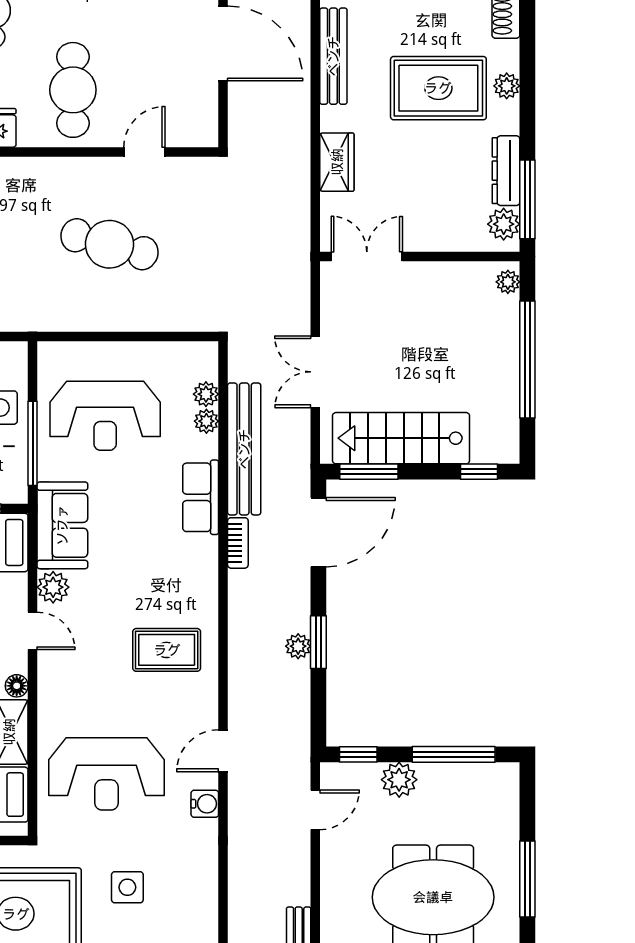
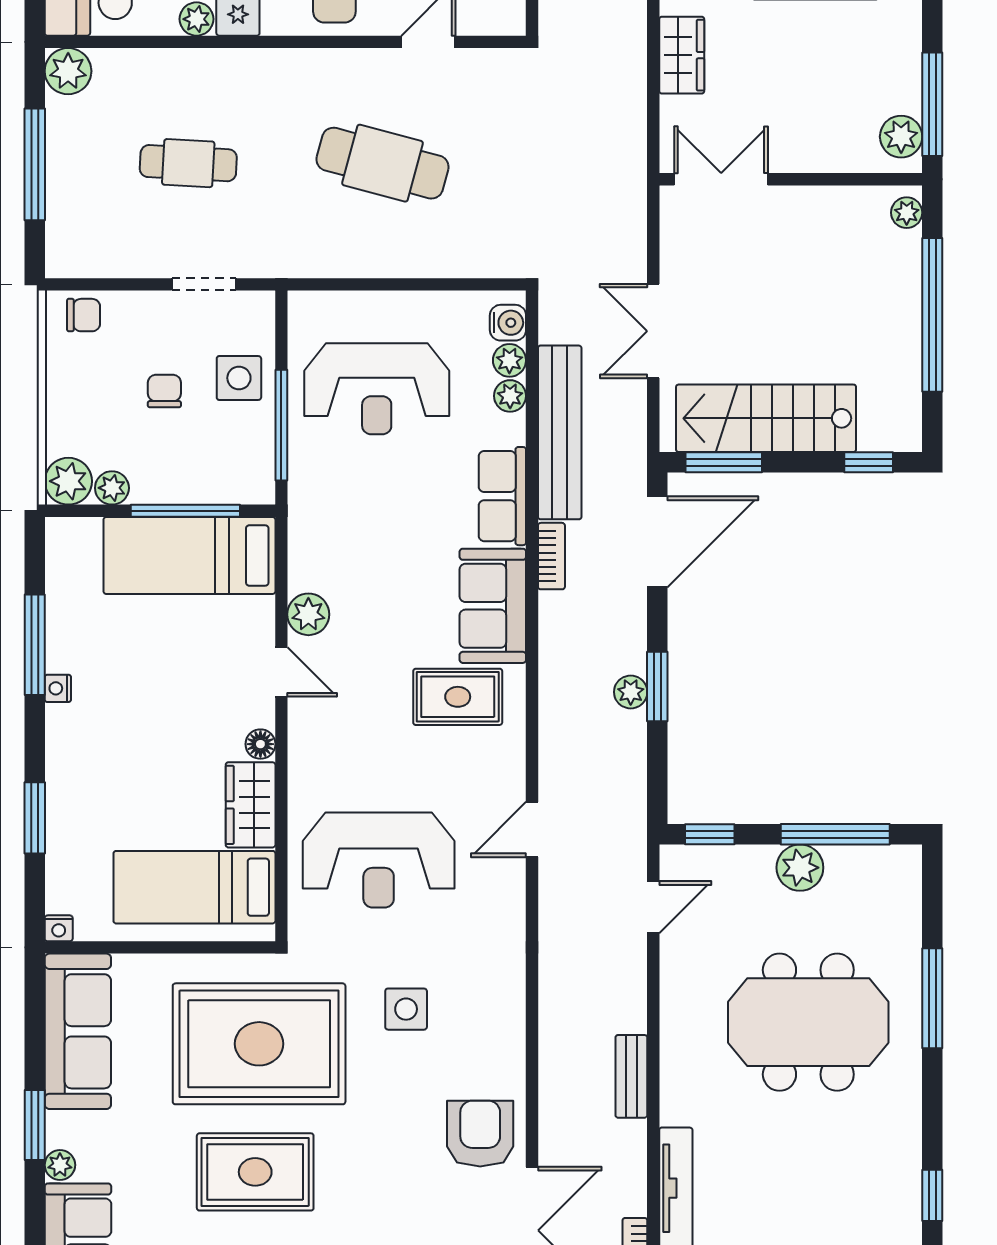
dresser: (506, 171) -> (904, 66), removed
sofa: (62, 525) -> (493, 606), moved, turned 180
plant: (399, 780) -> (800, 868), moved
water cooler: (205, 804) -> (508, 323), moved

